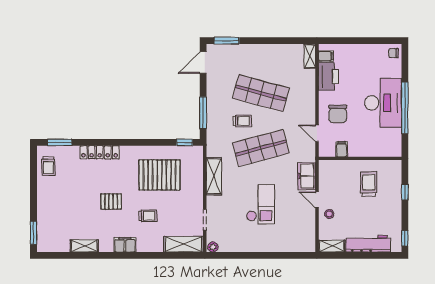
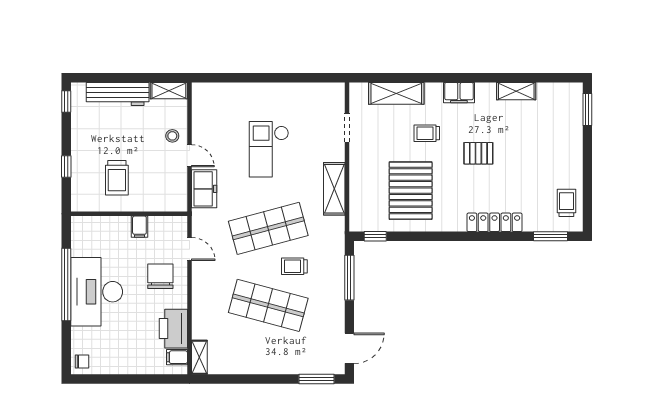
filing cabinet: (342, 149) -> (139, 227), moved
pallet: (159, 175) -> (411, 191), turned 90
shelving: (184, 244) -> (396, 93), moved
plant: (213, 247) -> (336, 89), removed

